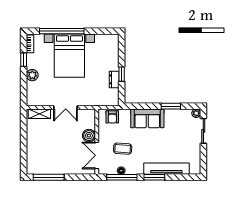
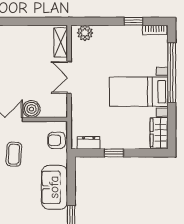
wardrobe: (107, 41) -> (159, 133), added
bed with nightstands: (69, 56) -> (139, 92), width x0.73
plant: (32, 75) -> (85, 33), moved
dresser: (114, 79) -> (89, 143), moved

